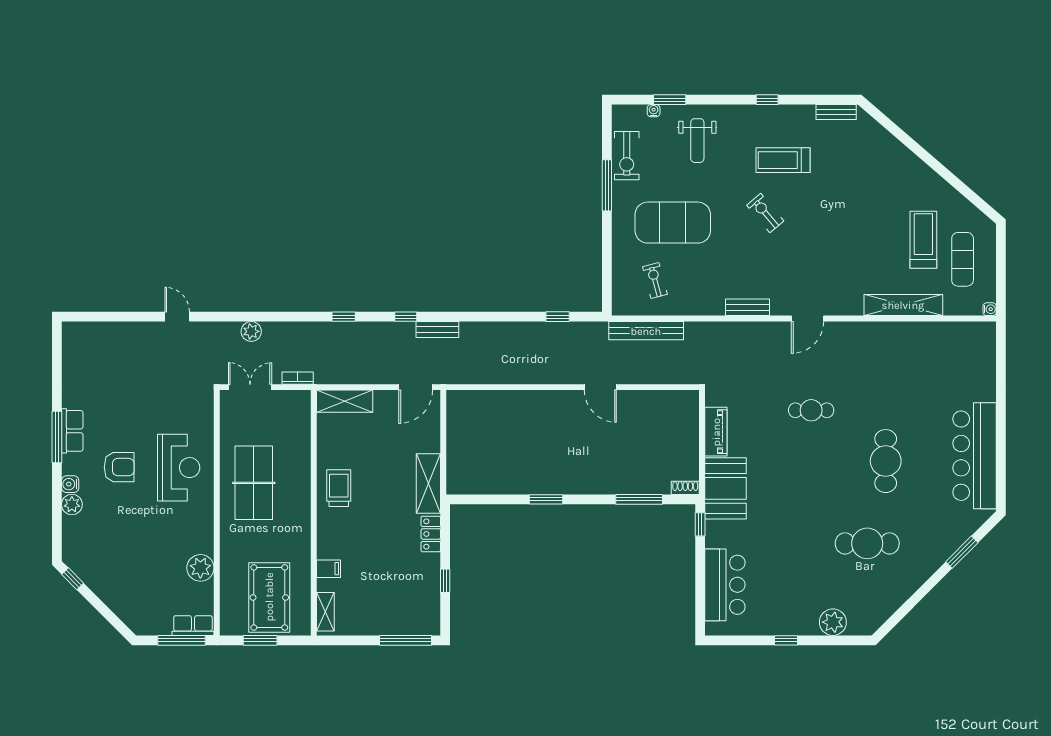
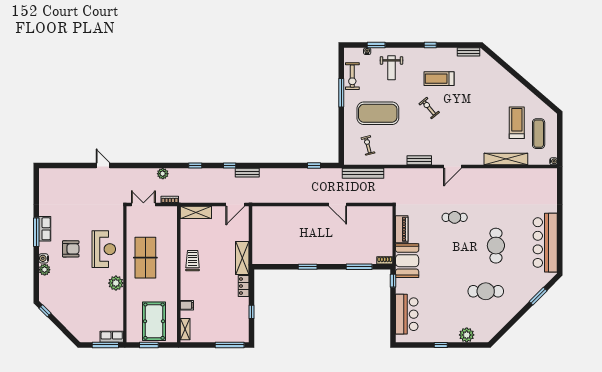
plant: (251, 331) -> (163, 174), moved
plant: (200, 568) -> (116, 283), moved

